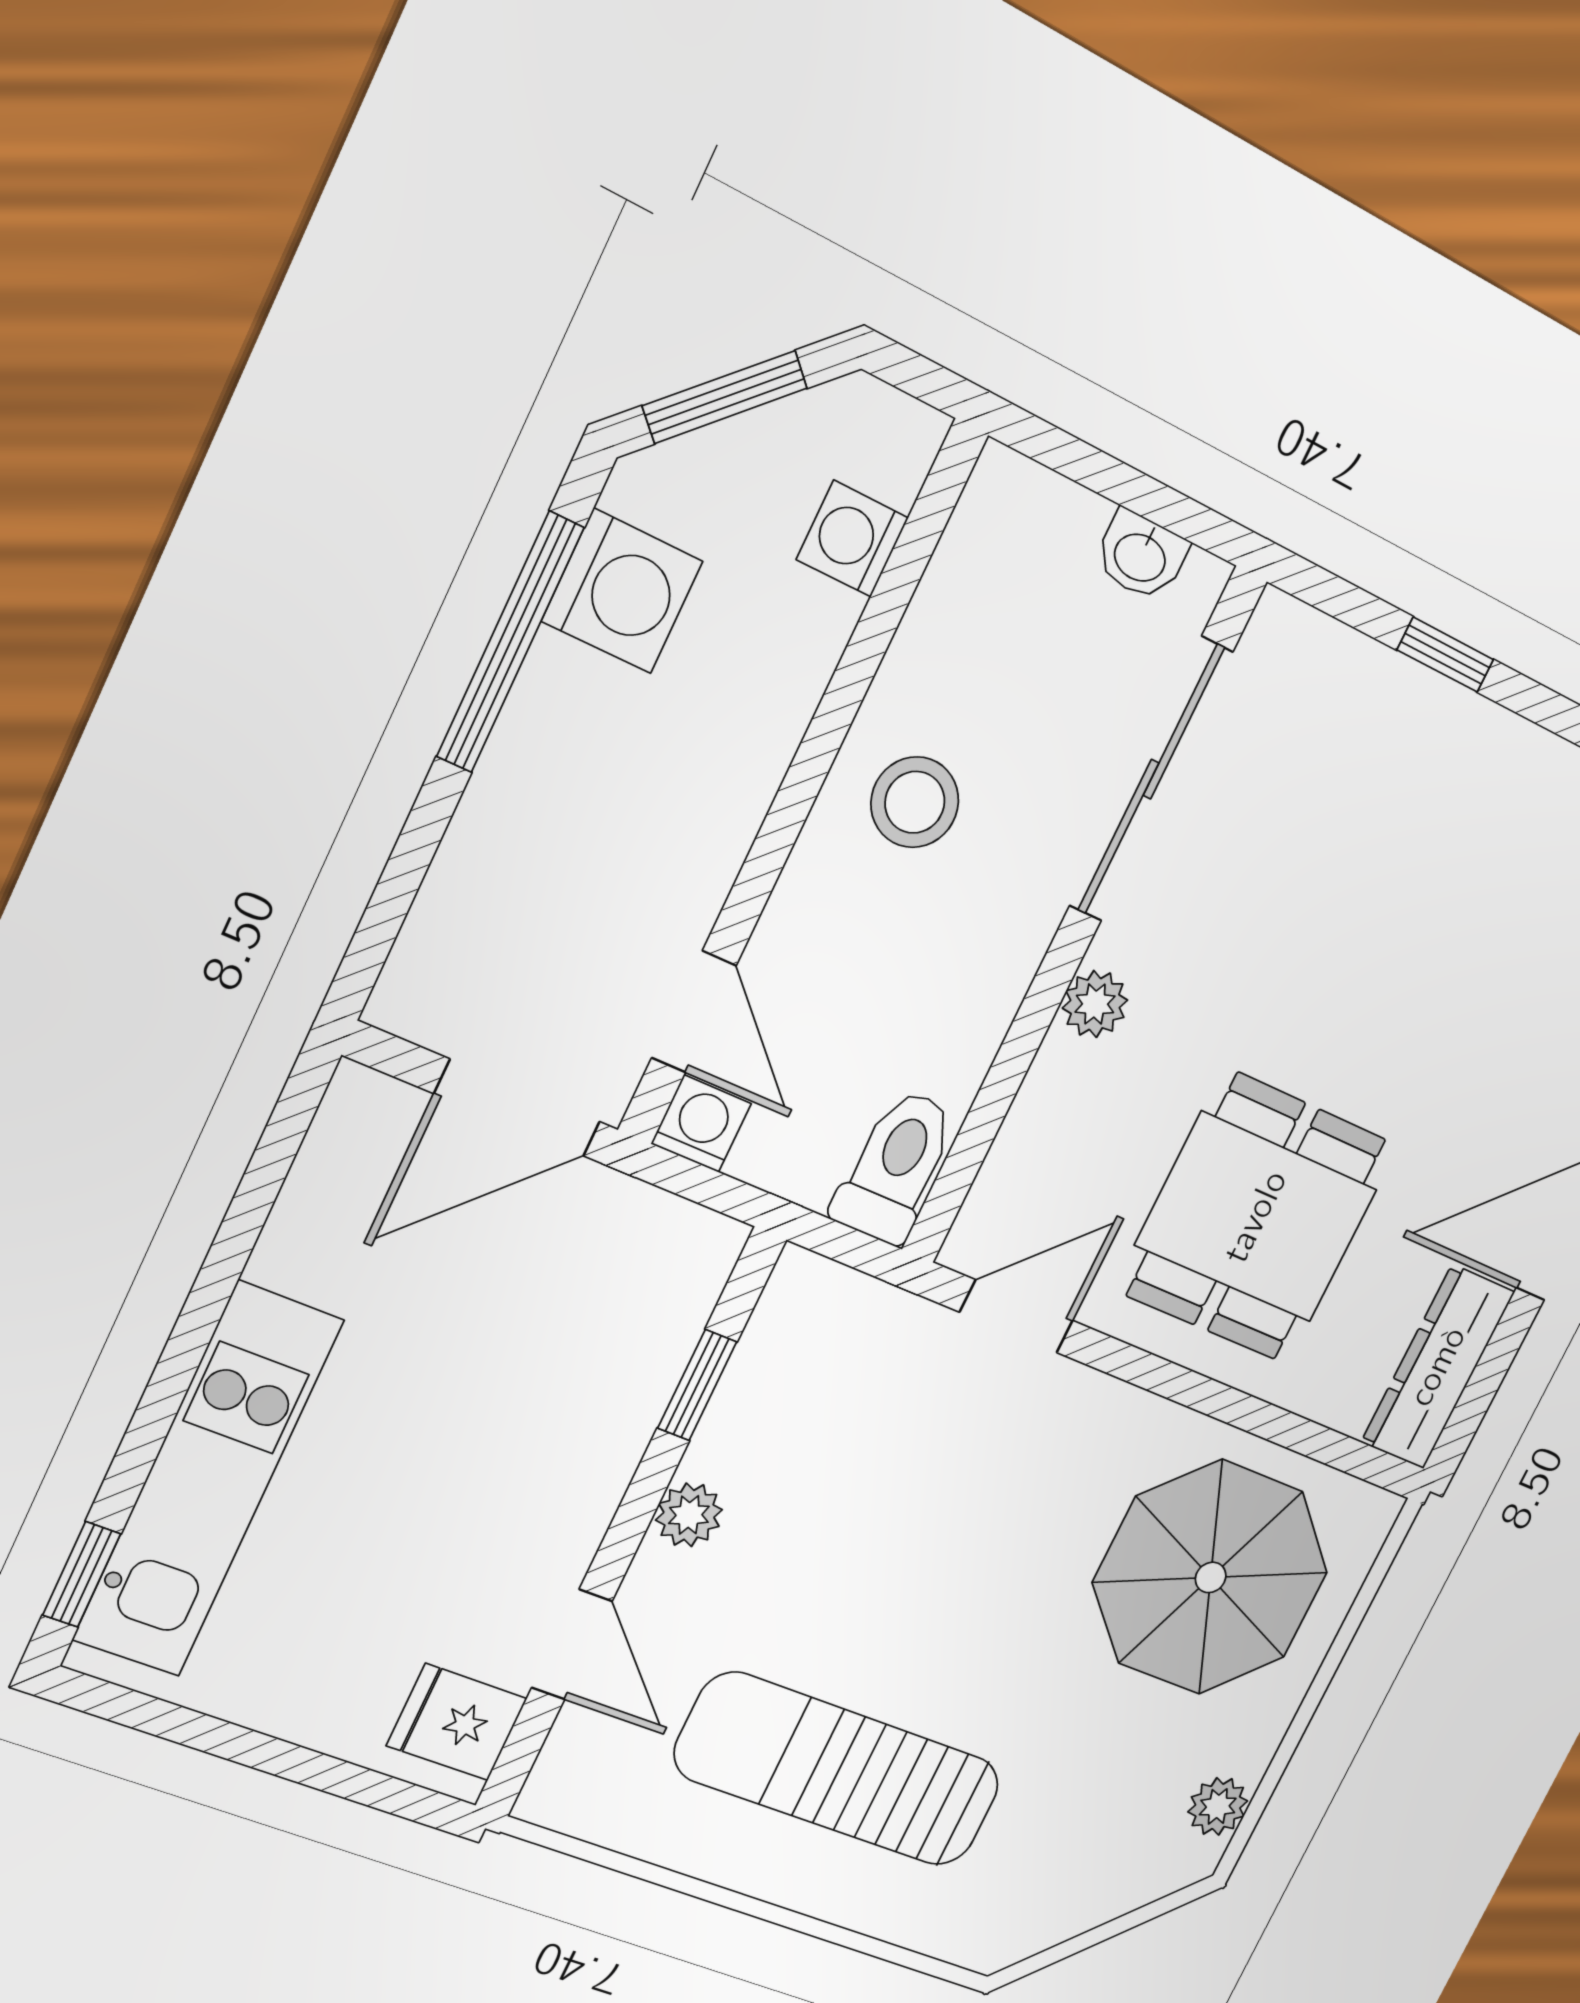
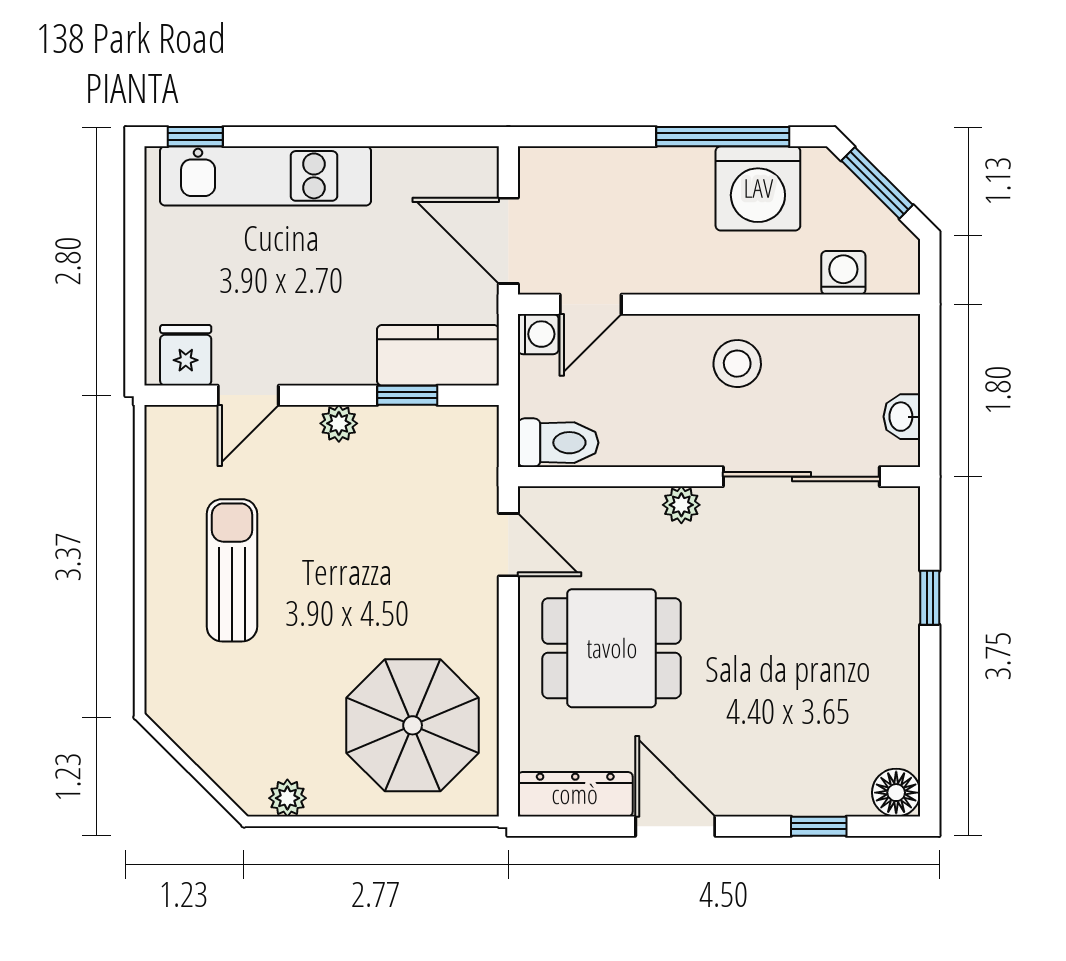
washing machine: (622, 591) -> (758, 188), width x1.37, depth x1.37
kitchen counter: (655, 1308) -> (438, 355), added
sun lounger: (838, 1770) -> (232, 570), width x0.73, depth x0.75

